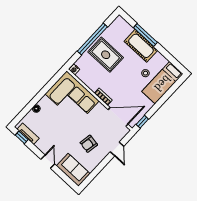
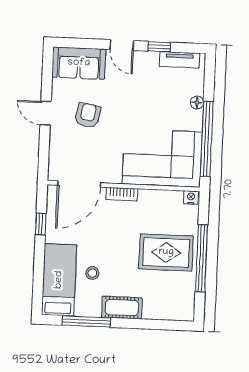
window: (145, 35) -> (86, 321), moved
cot: (141, 46) -> (122, 308), width x0.73, depth x0.75
window: (46, 89) -> (207, 139), added
window: (142, 122) -> (41, 224), moved
window: (22, 137) -> (159, 47), moved
door: (117, 149) -> (46, 113), moved

